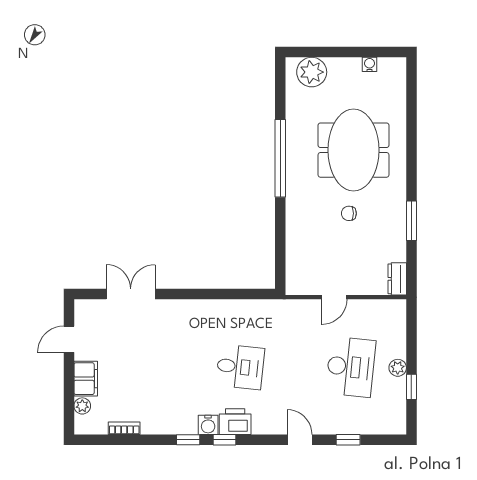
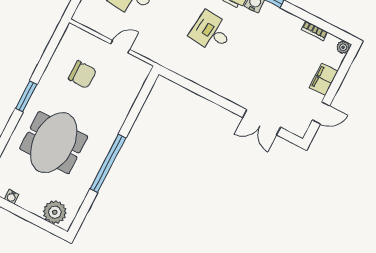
chair: (349, 213) -> (82, 75), moved, width x1.87, depth x1.87
window: (411, 221) -> (26, 96), moved
dresser: (397, 279) -> (70, 37), removed
plant: (82, 406) -> (343, 47), moved

